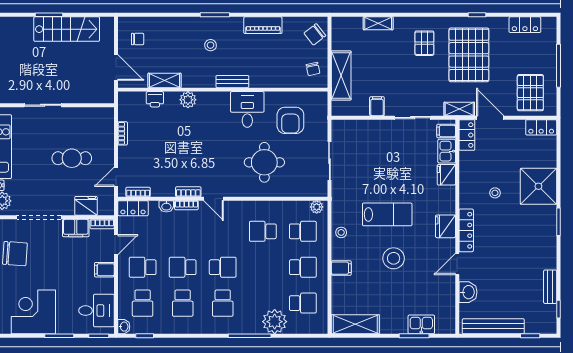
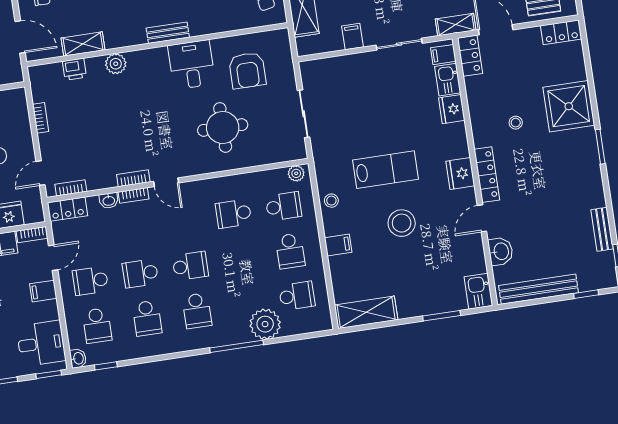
school desk: (303, 267) -> (290, 251), turned 90
kitchen sink: (421, 324) -> (478, 291), moved, turned -90

